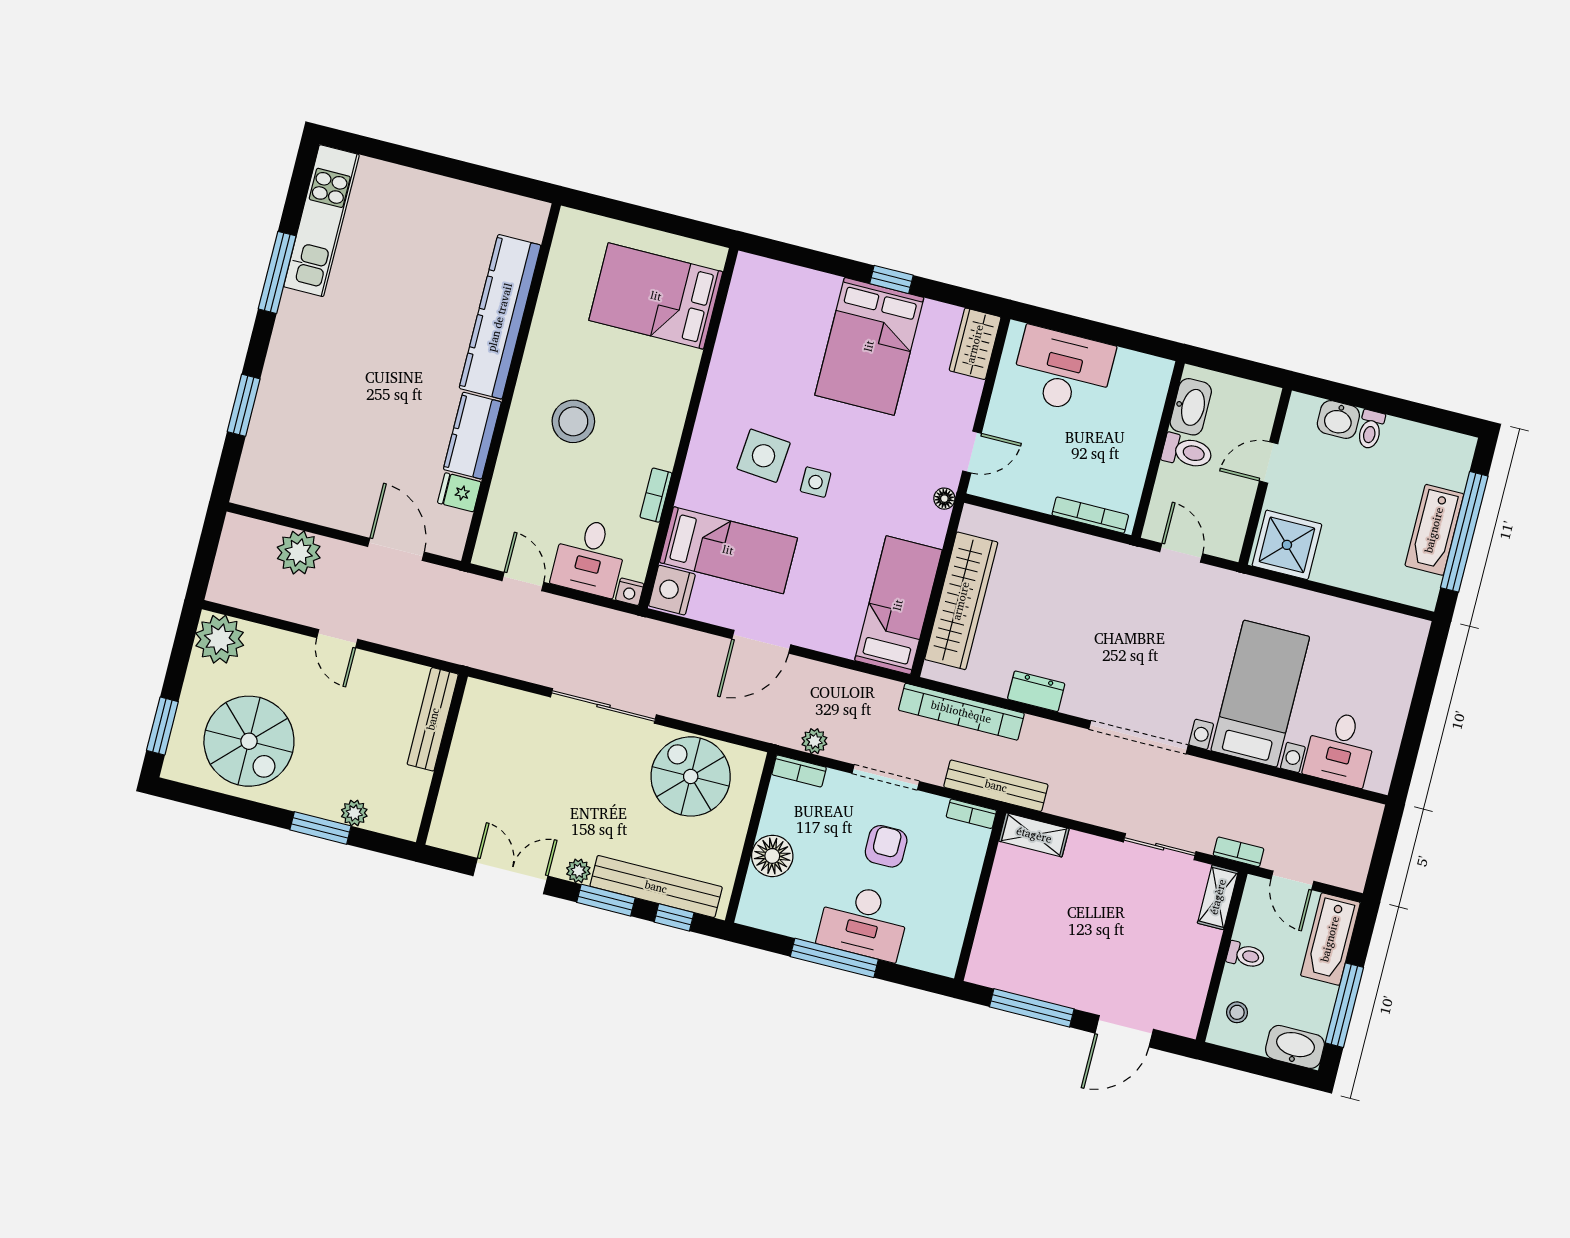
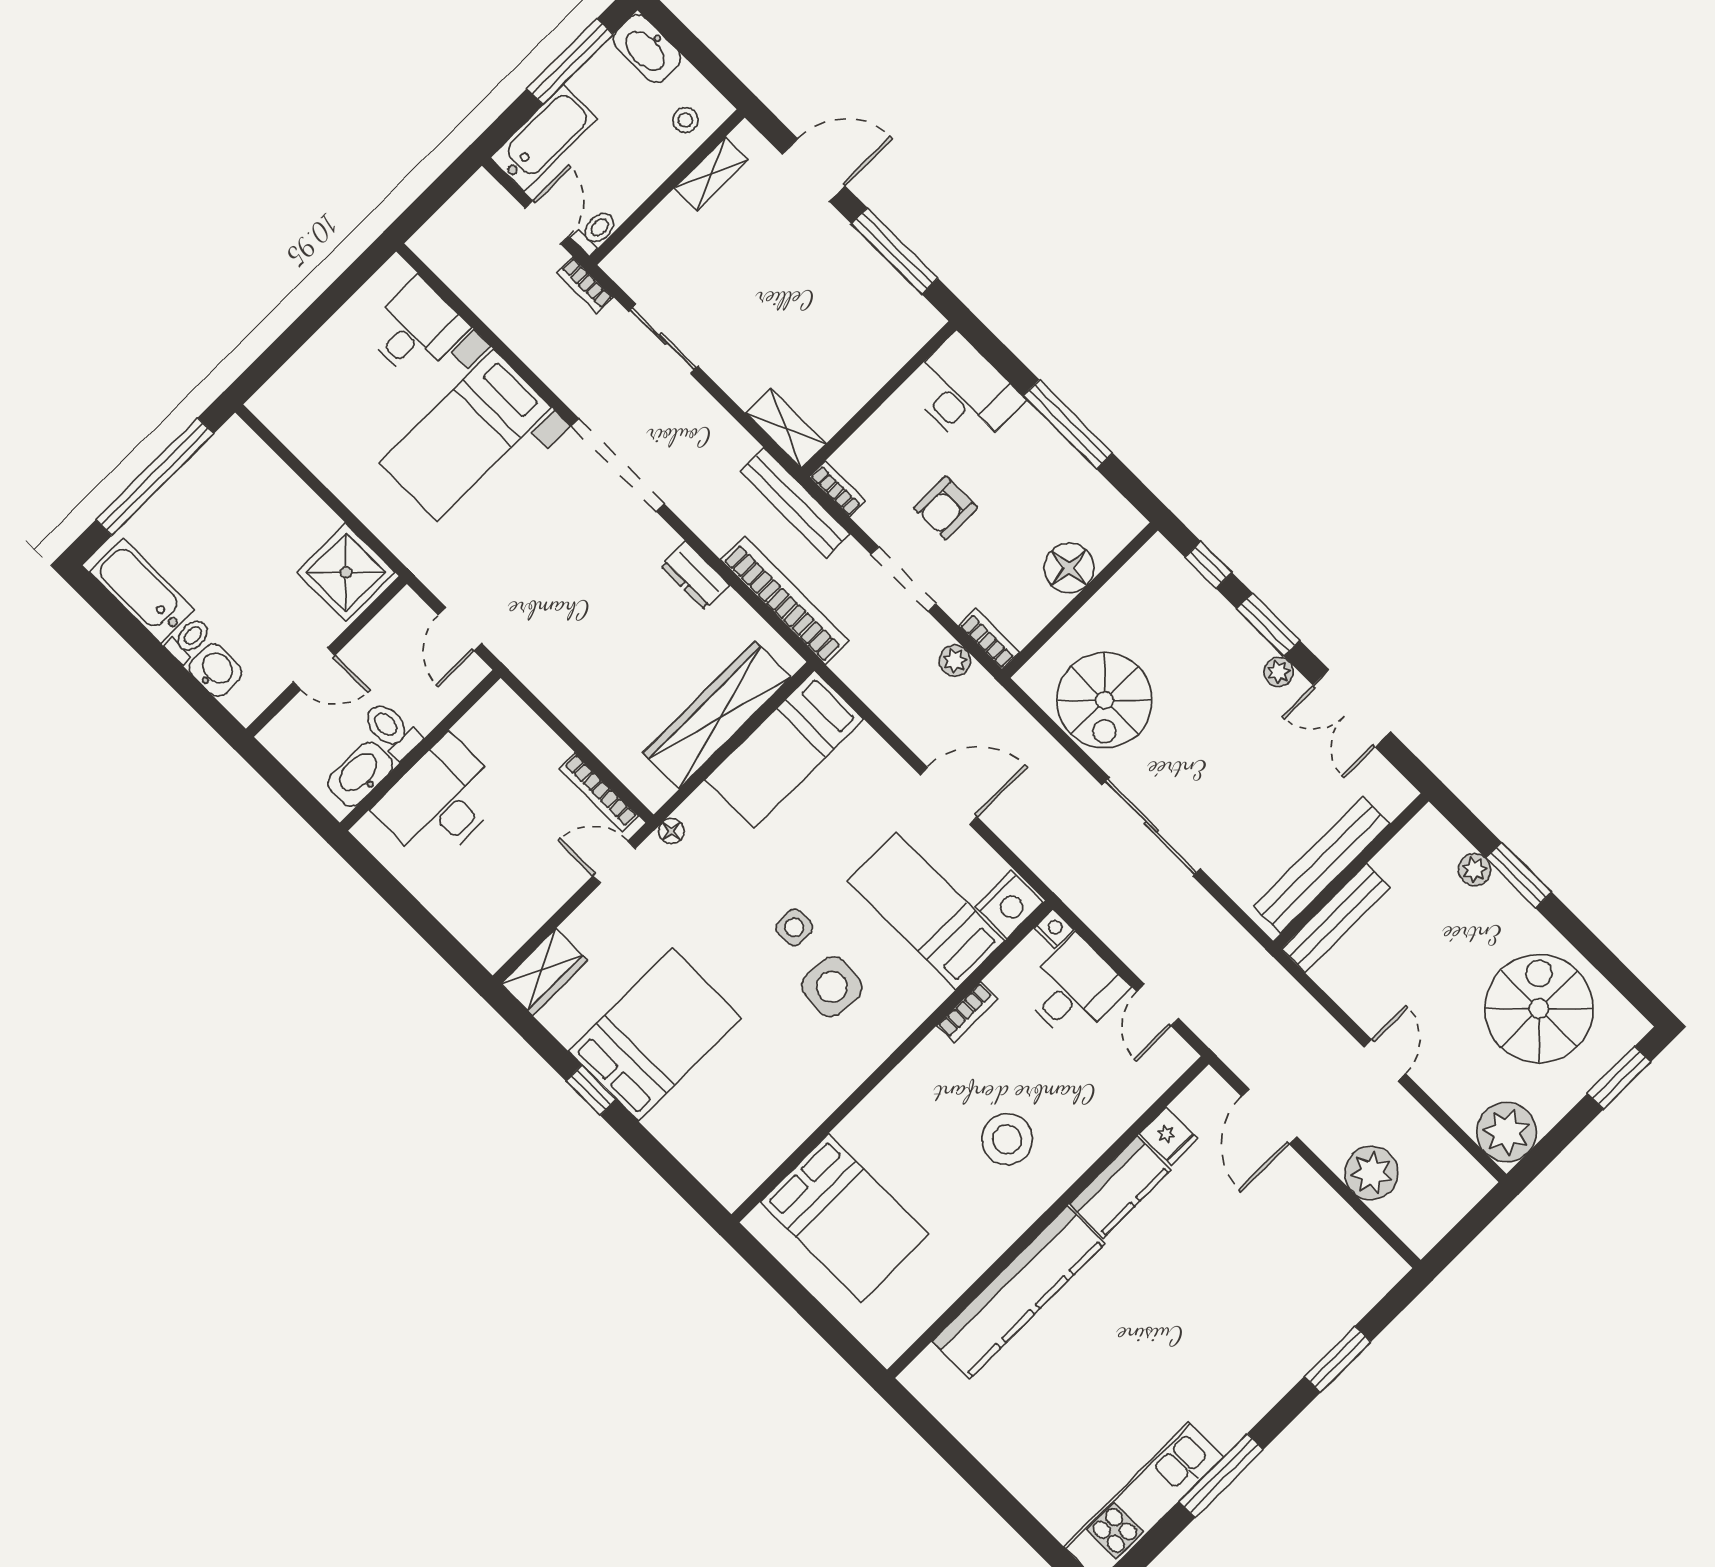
desk: (1063, 370) -> (440, 801), moved, turned 90
bookcase: (1090, 515) -> (599, 792), moved
bathtub: (1434, 530) -> (142, 591), moved, turned -90
bench: (656, 887) -> (1322, 865), moved, turned 90
shelving: (1218, 897) -> (711, 174), moved
desk: (863, 922) -> (964, 392), moved
toilet: (1246, 955) -> (595, 232), moved, turned 90

